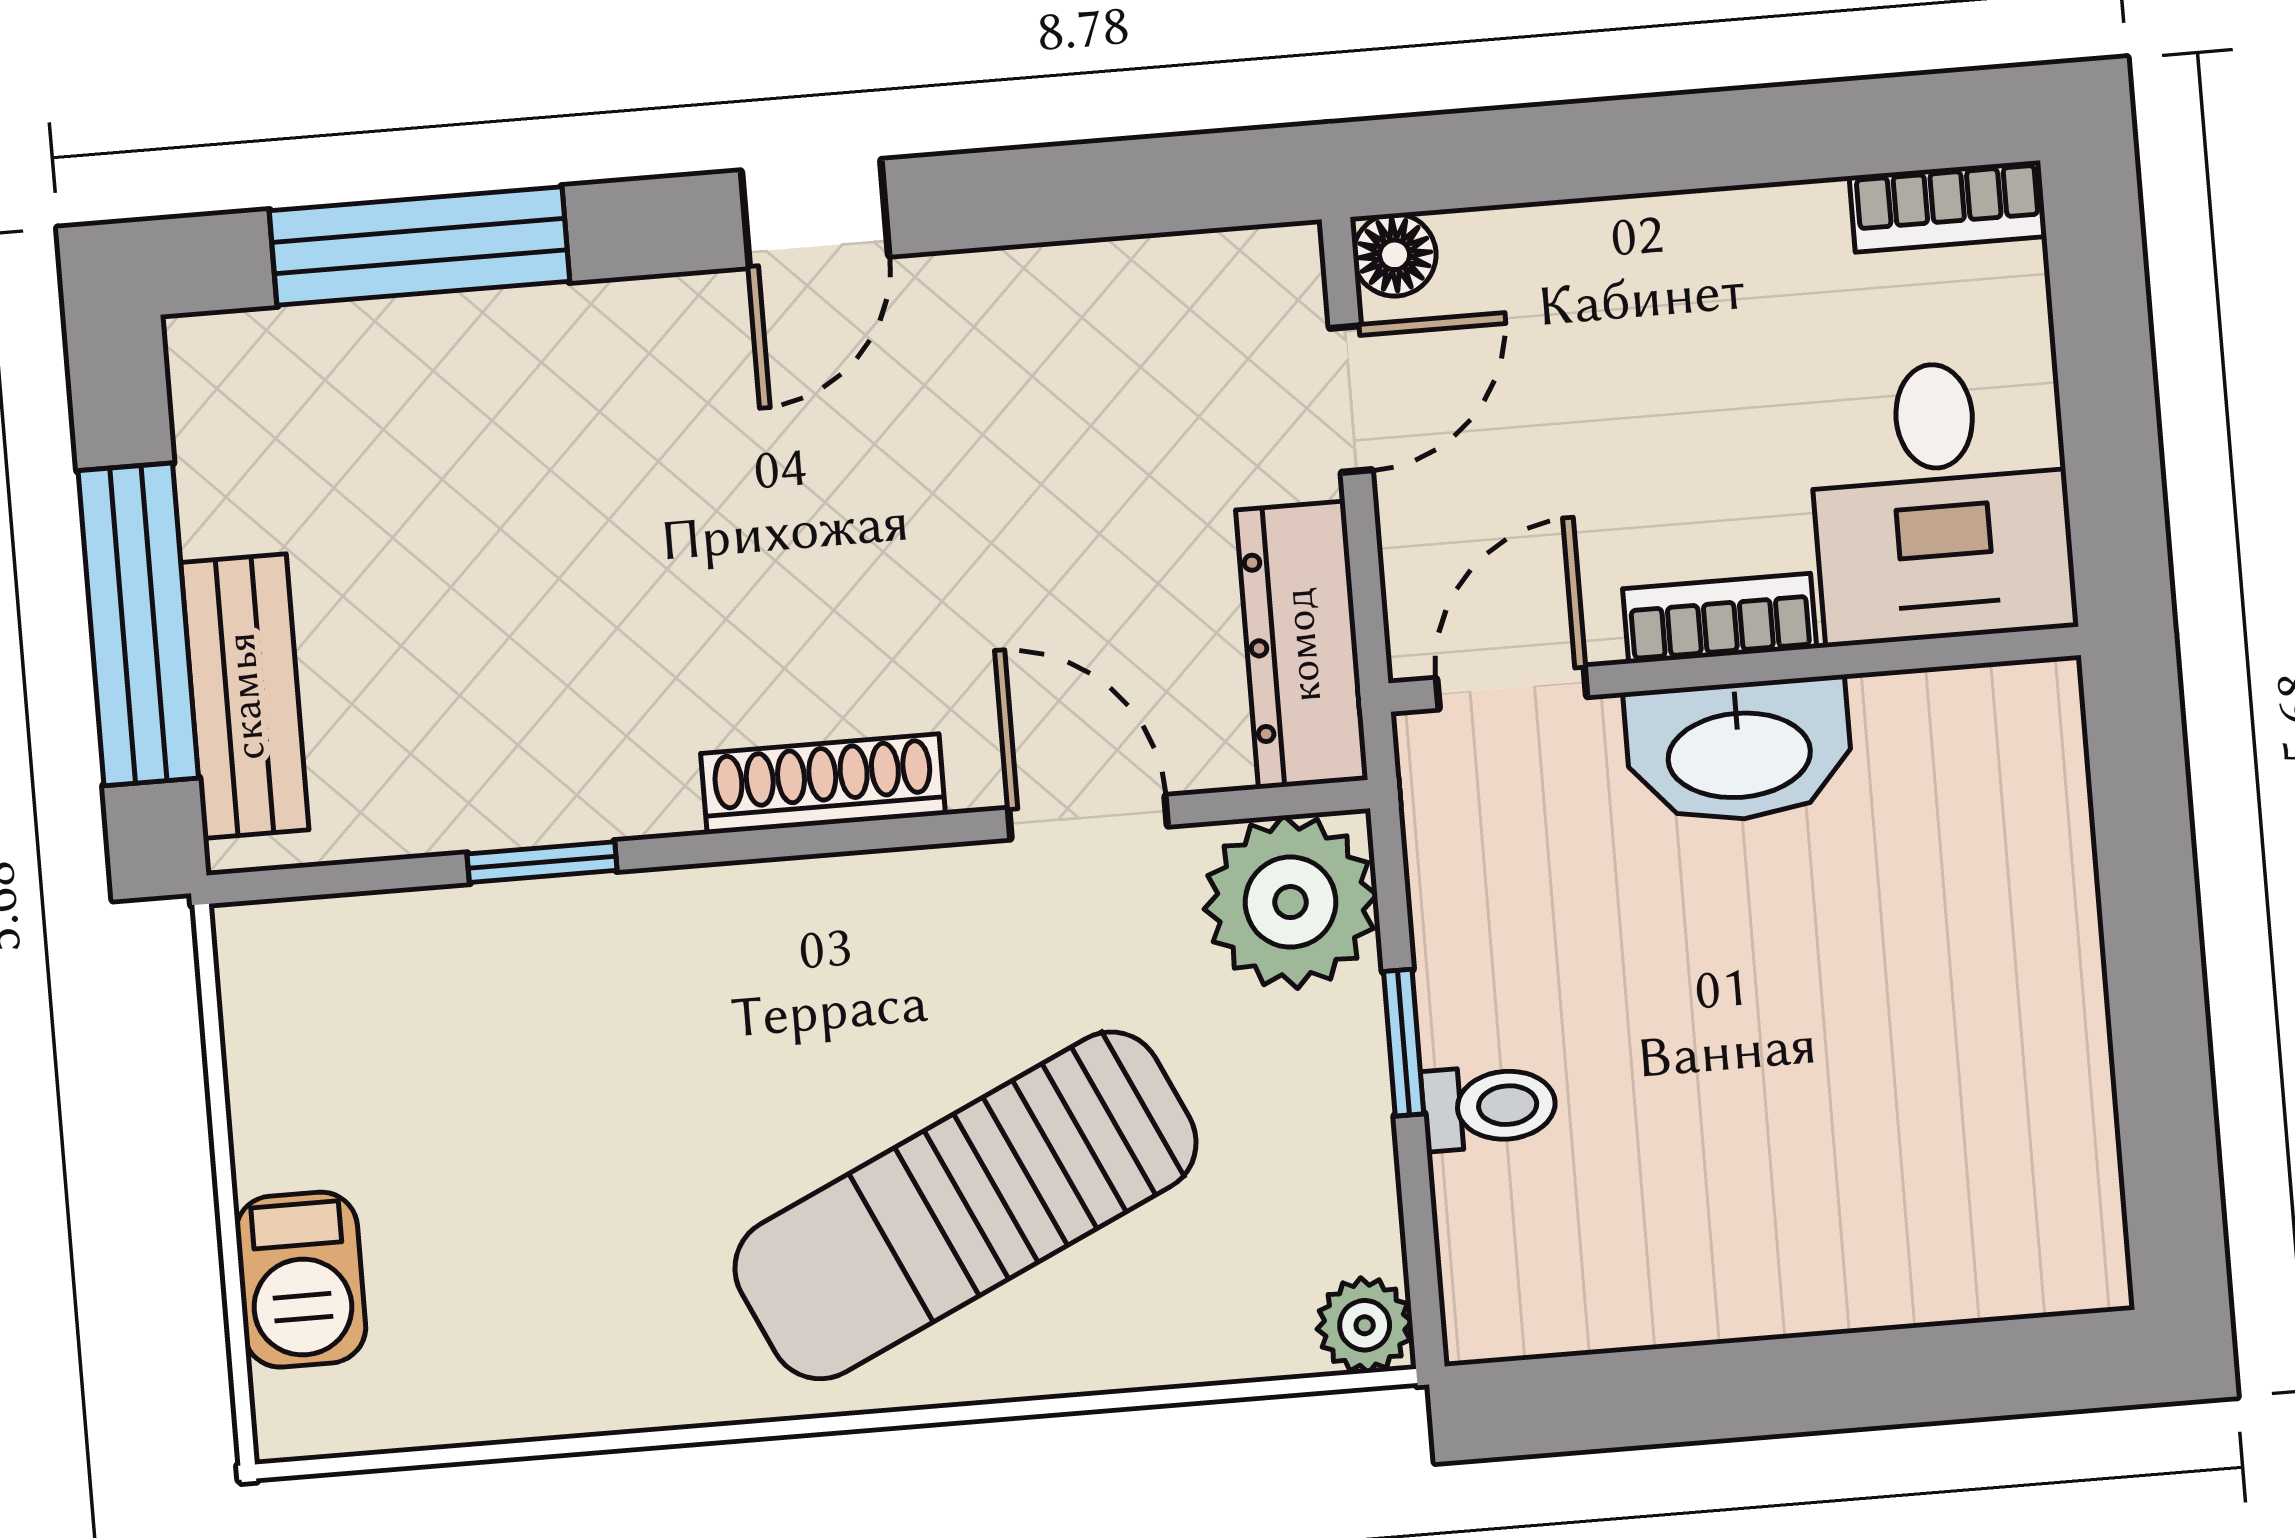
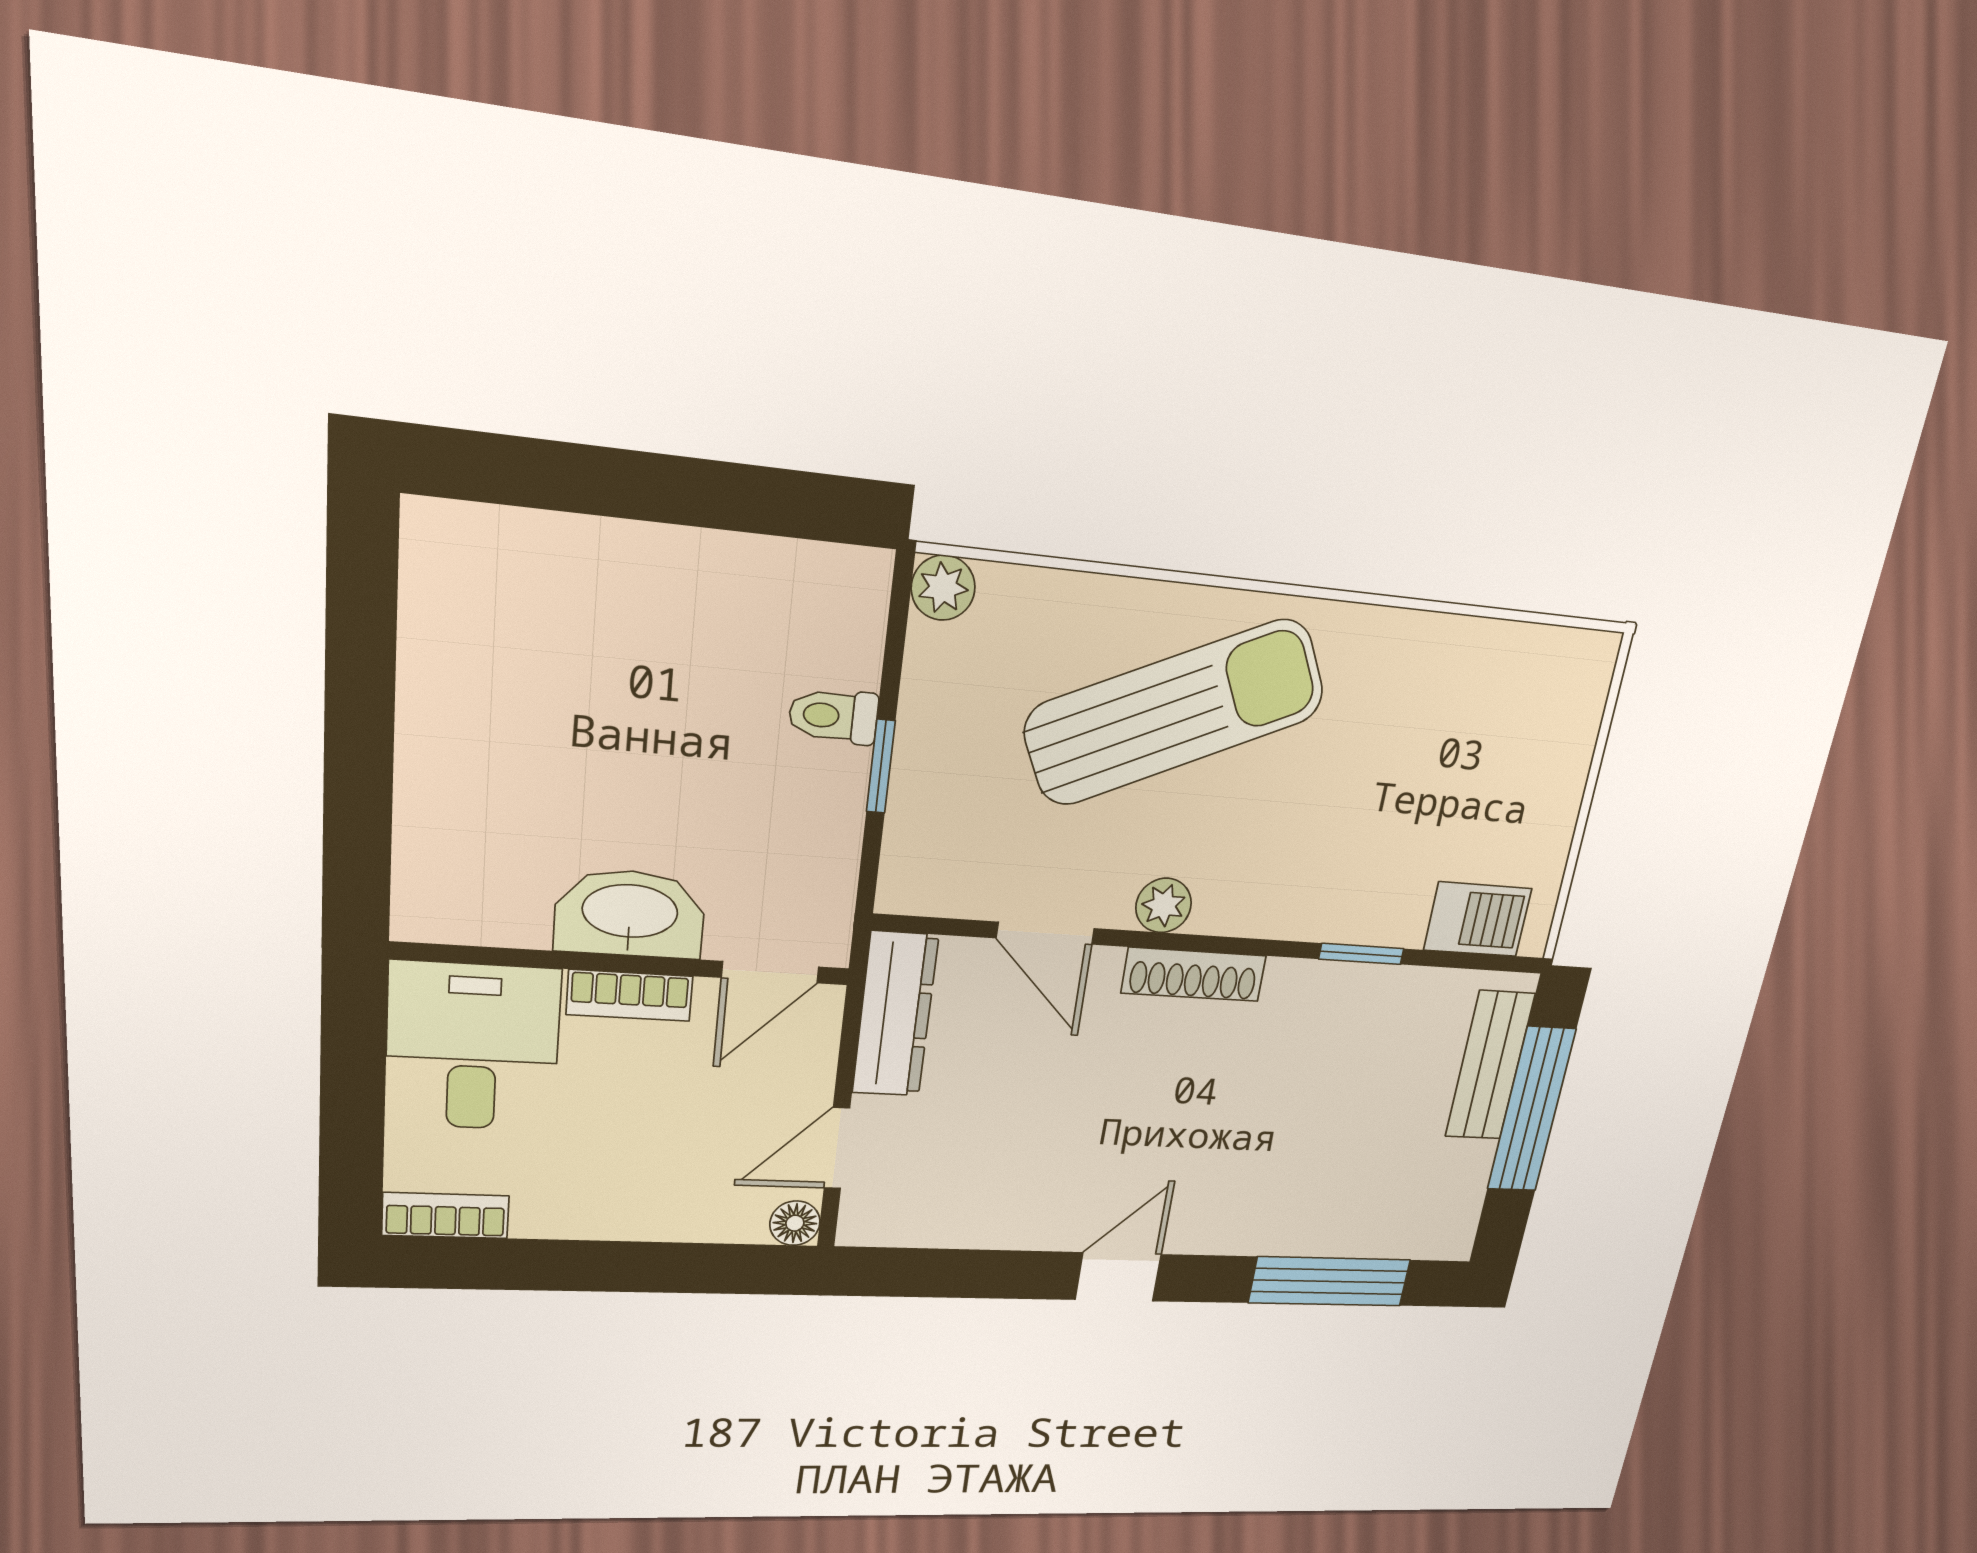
plant: (1291, 902) -> (1164, 905), moved, width x0.53, depth x0.53
barbecue: (301, 1280) -> (1478, 919), moved, turned 90

